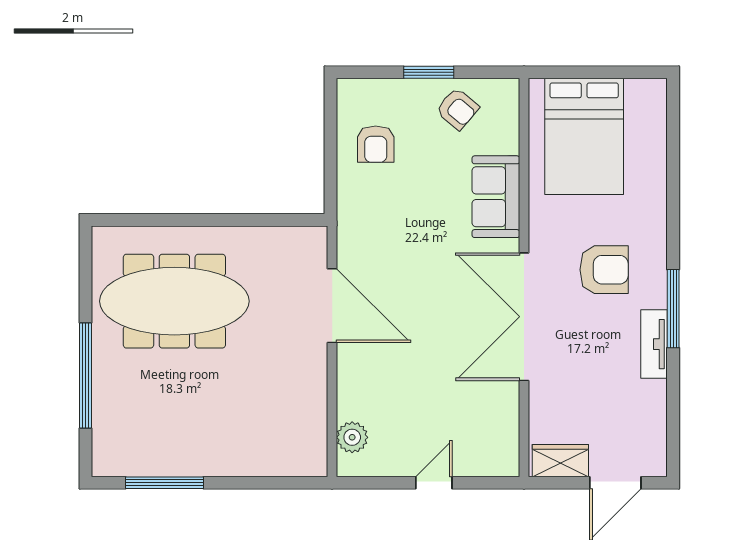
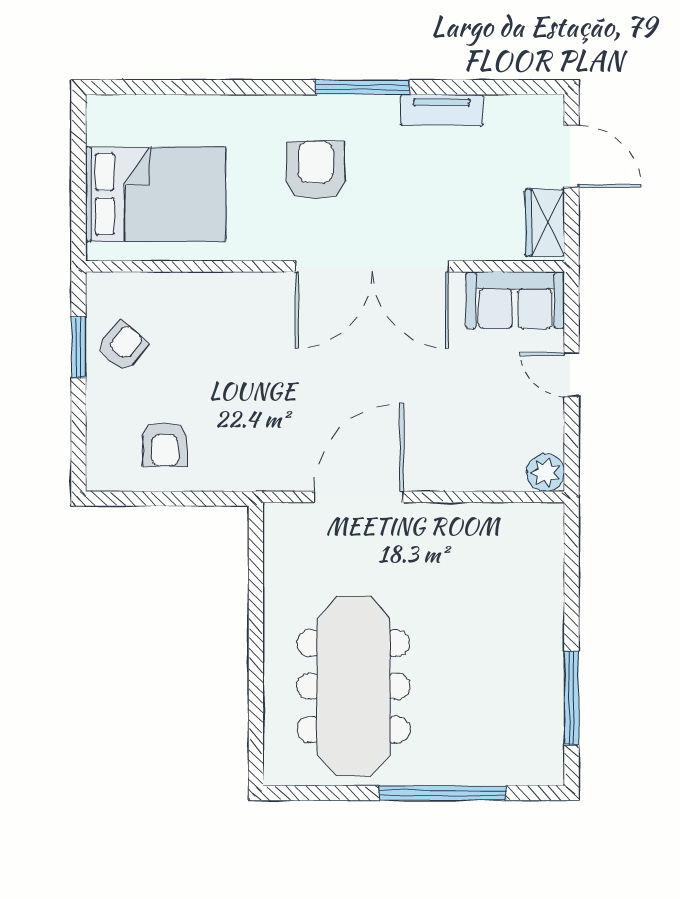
window: (429, 72) -> (79, 347), moved
armchair: (376, 144) -> (165, 444), turned 90
sofa: (496, 197) -> (515, 300), moved
tv unit: (654, 344) -> (442, 110), moved
plant: (352, 437) -> (546, 473), moved

